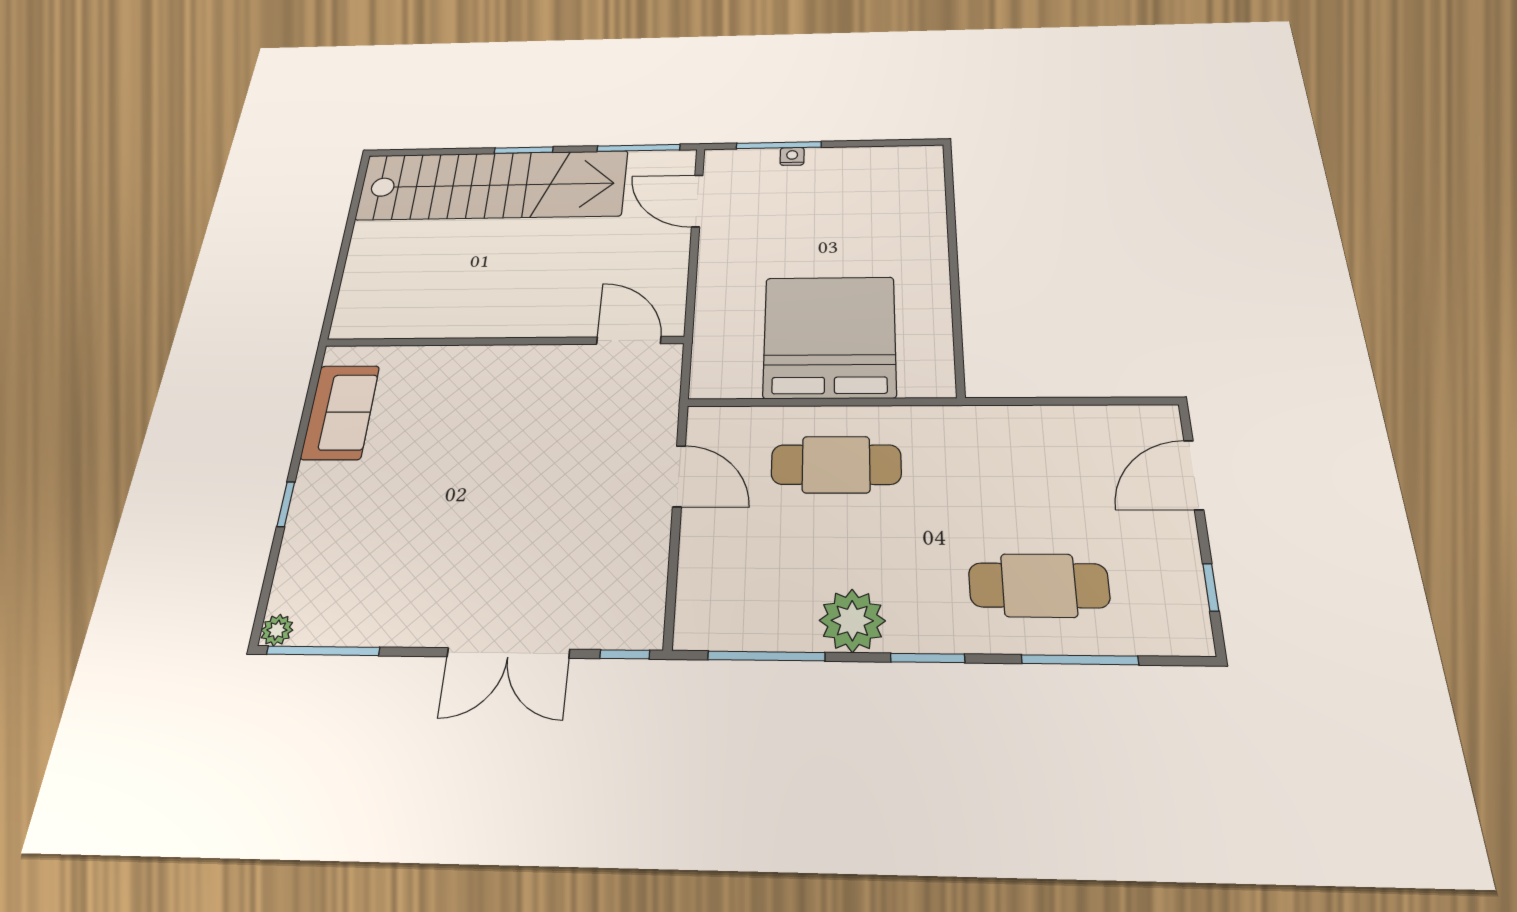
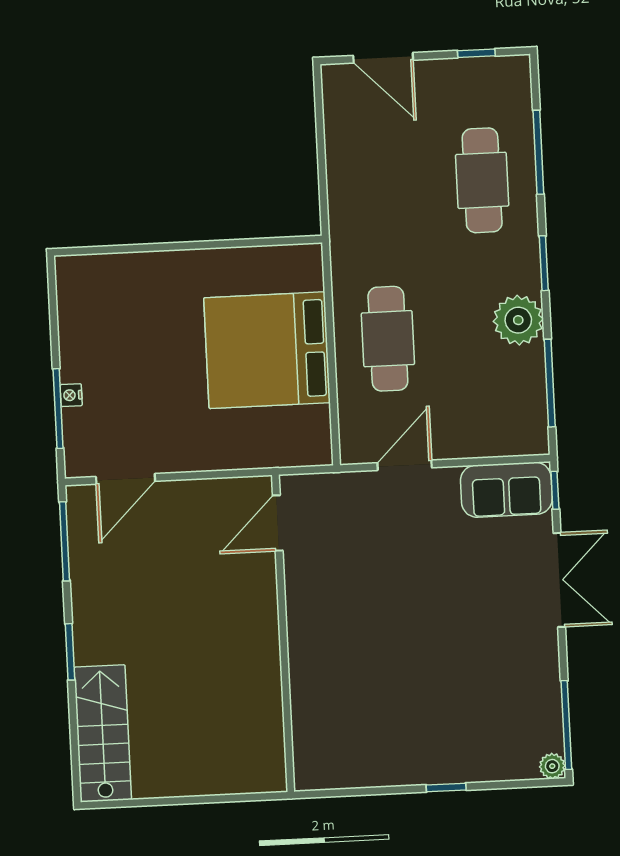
stairs: (492, 185) -> (103, 733), width x0.54, depth x0.66
sofa: (340, 412) -> (506, 490), moved, turned 180

